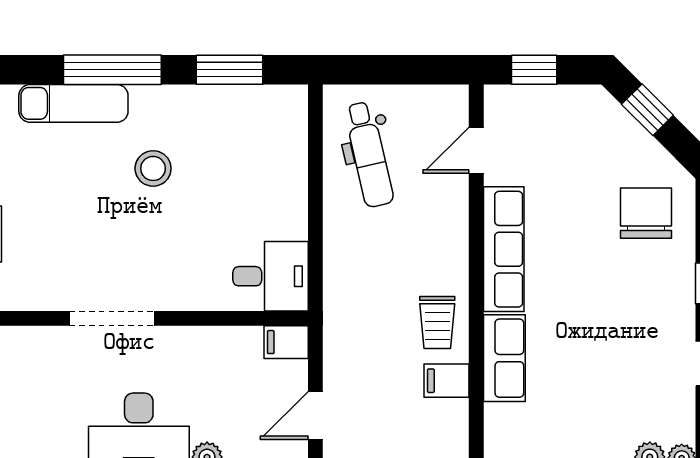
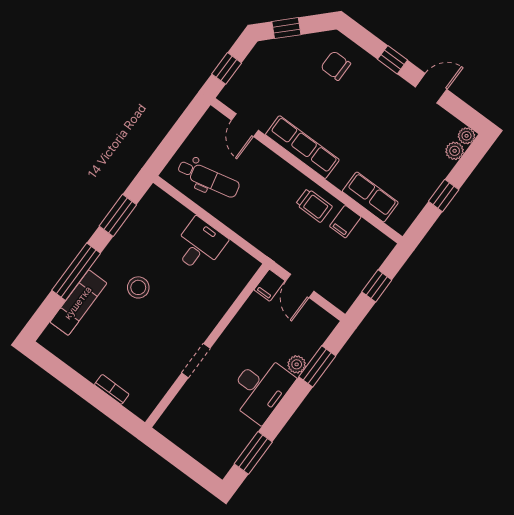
chair: (646, 213) -> (336, 66), width x0.73, depth x0.73
desk: (271, 276) -> (200, 245), moved
doorway: (112, 318) -> (196, 361), width x0.73
row of seats: (504, 358) -> (370, 197), moved
door: (315, 416) -> (300, 286), moved

